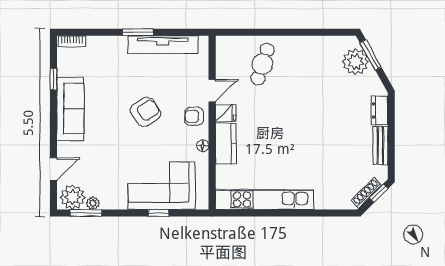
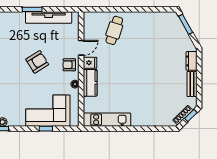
plant: (355, 62) -> (176, 29), removed
kitchen unit: (264, 200) -> (107, 120), width x0.73

